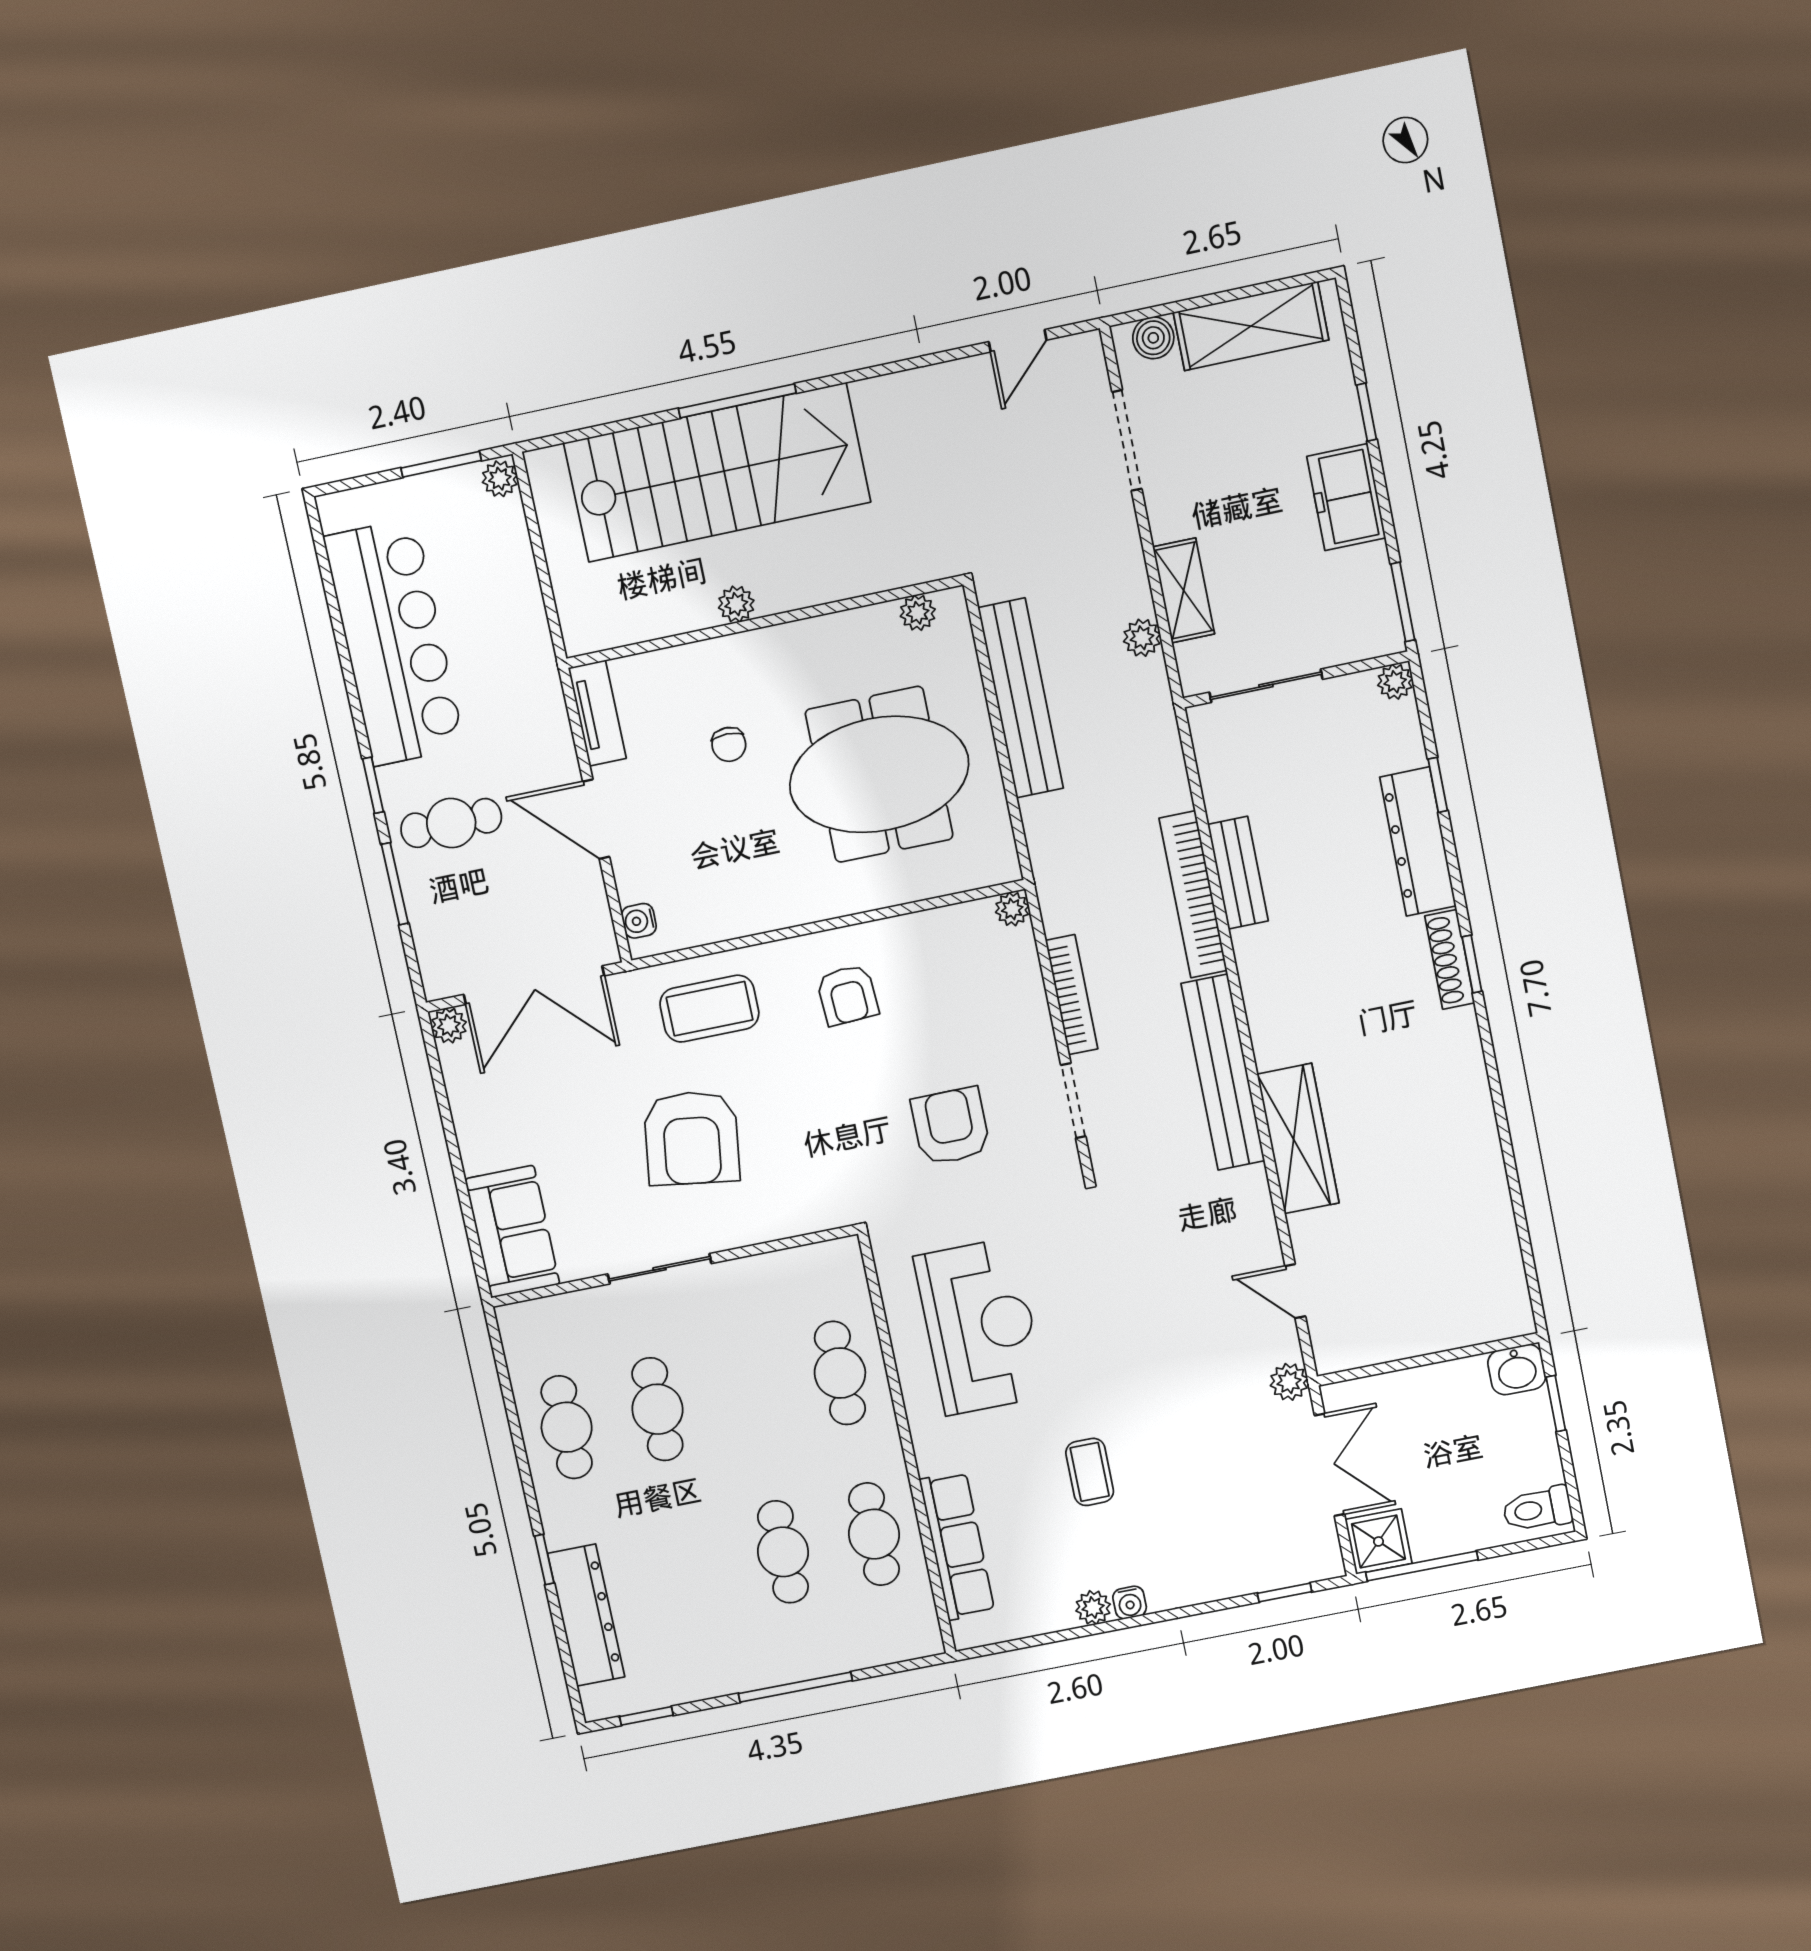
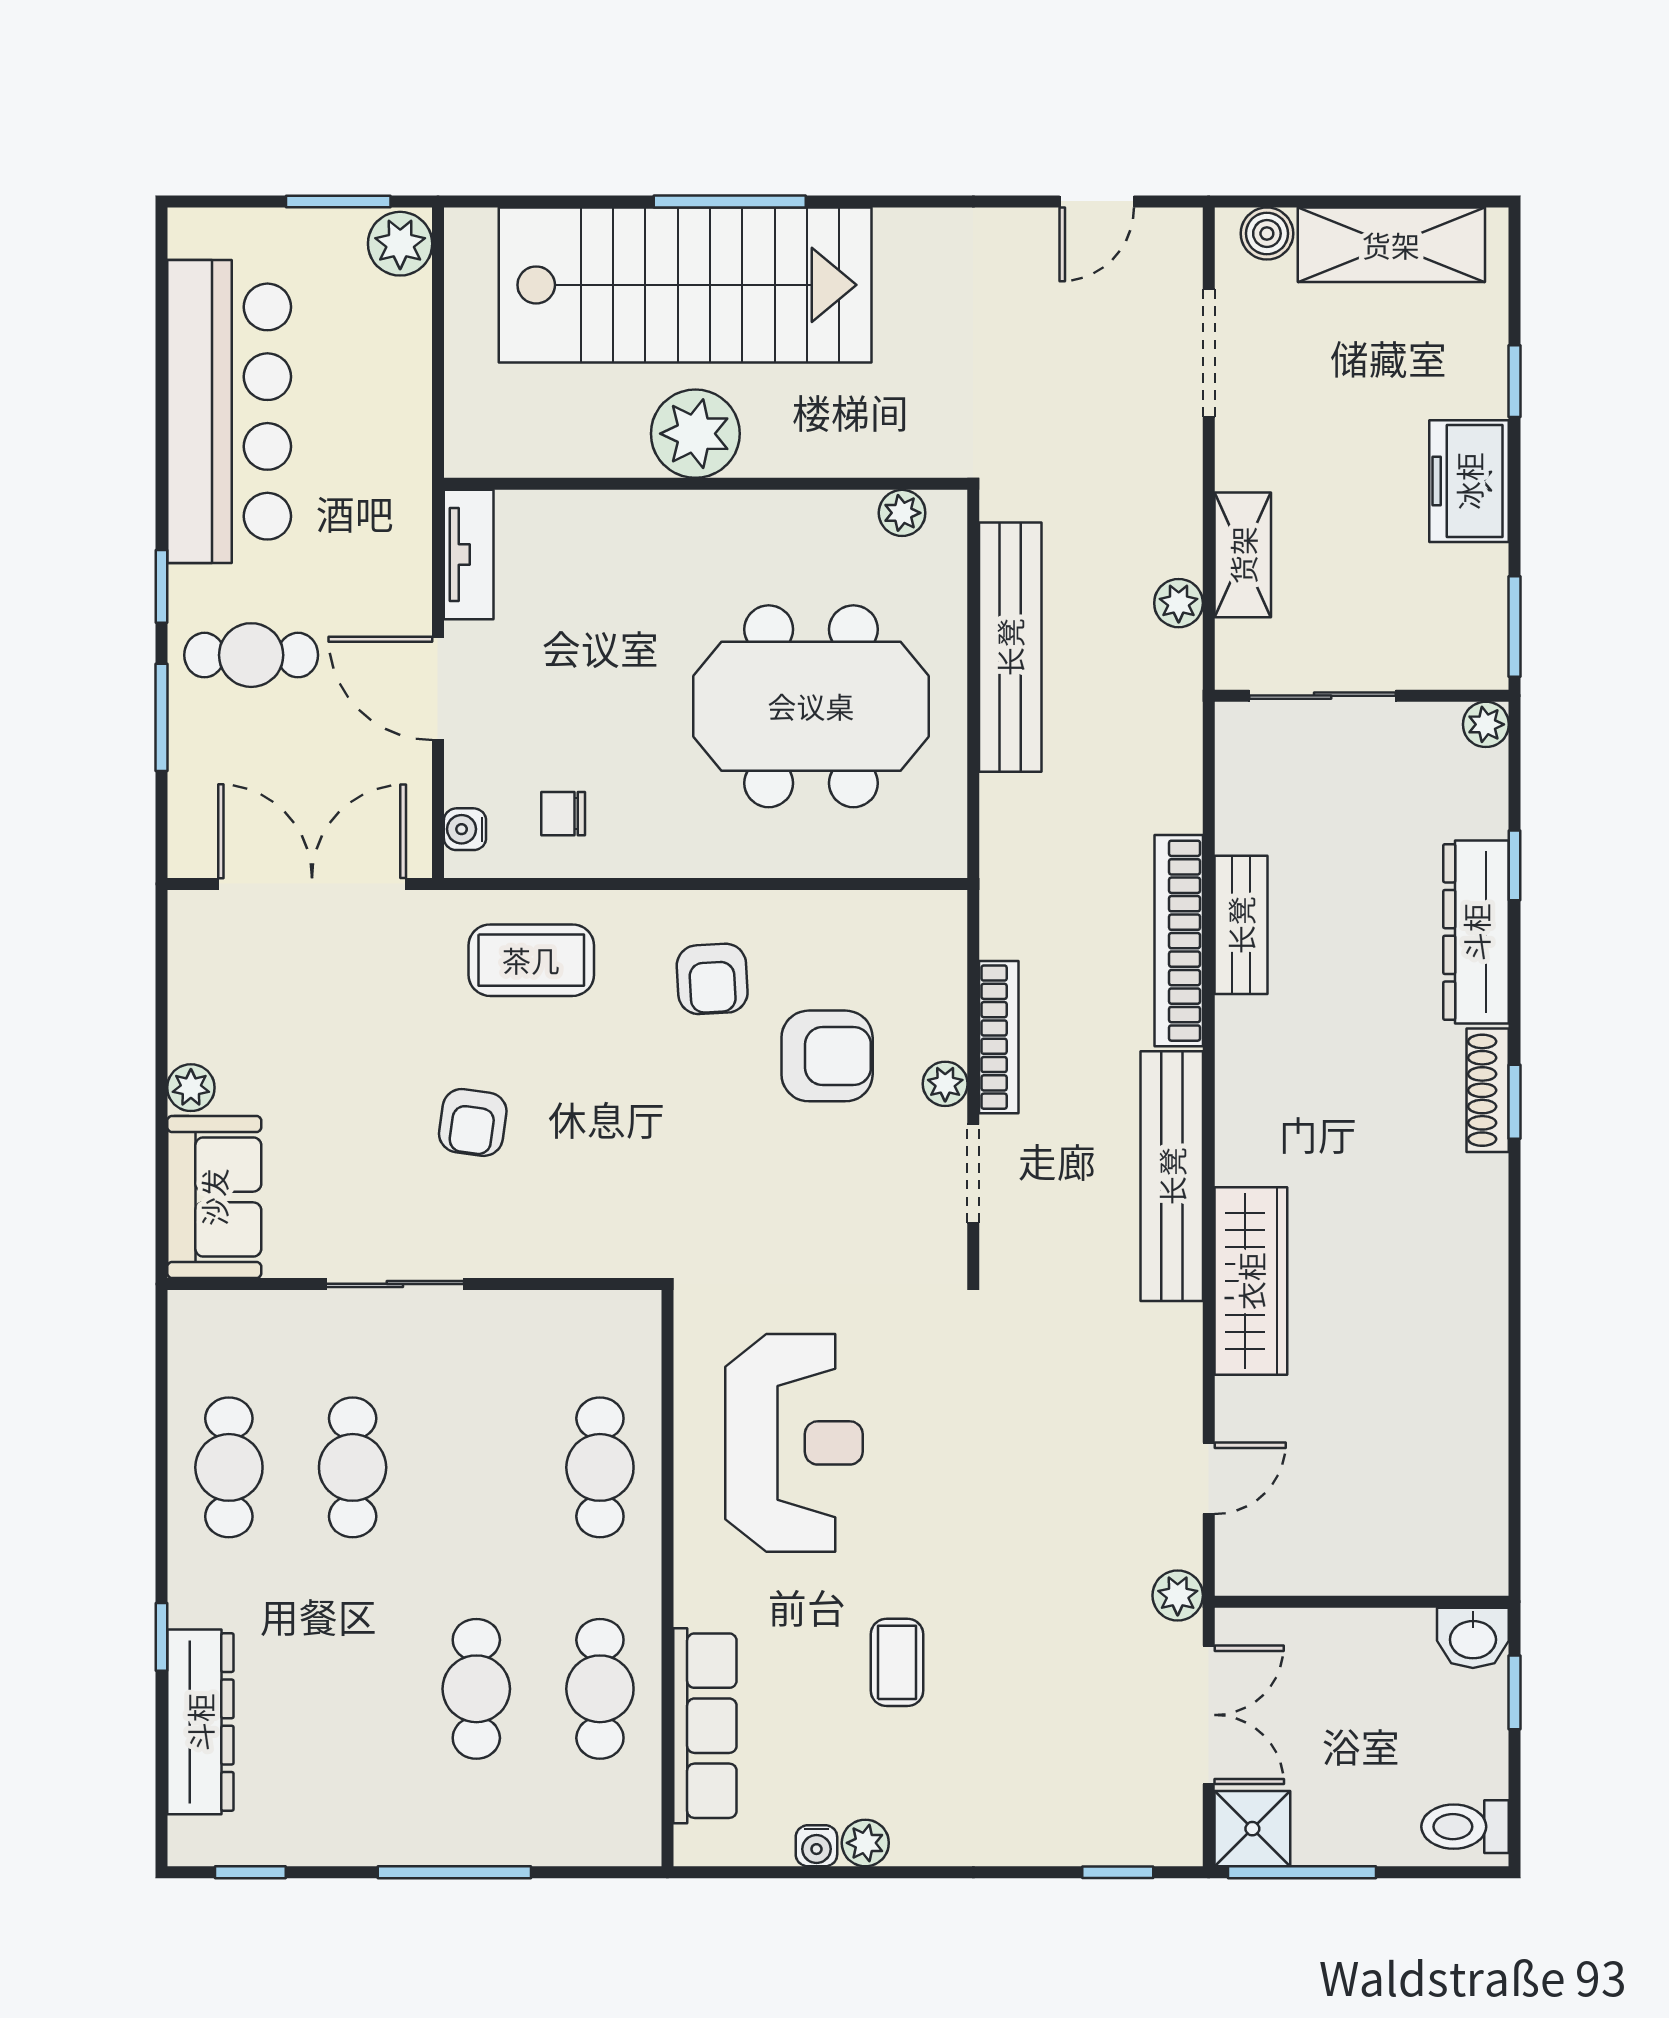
plant: (500, 479) -> (400, 244), width x1.38, depth x1.38
plant: (736, 604) -> (695, 434), width x1.87, depth x1.87
chair: (729, 744) -> (563, 814), moved, turned 90
plant: (1012, 909) -> (945, 1084), moved
double door: (534, 985) -> (312, 884), swing flipped
plant: (449, 1025) -> (191, 1088), moved
armchair: (951, 1126) -> (827, 1056), moved, turned 90
armchair: (692, 1138) -> (473, 1122), width x0.53, depth x0.53
door: (1295, 1291) -> (1209, 1478), swing flipped
water cooler: (1130, 1603) -> (816, 1846), moved

